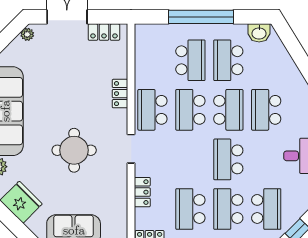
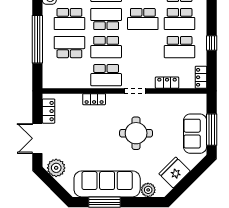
plant: (27, 34) -> (56, 168), width x1.88, depth x1.88

